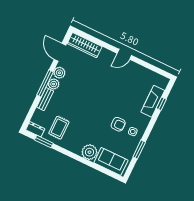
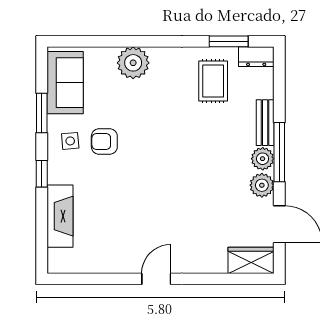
wardrobe: (85, 45) -> (251, 260), width x0.67
window: (161, 104) -> (42, 174), moved
sofa: (111, 161) -> (65, 83), moved, turned -90

